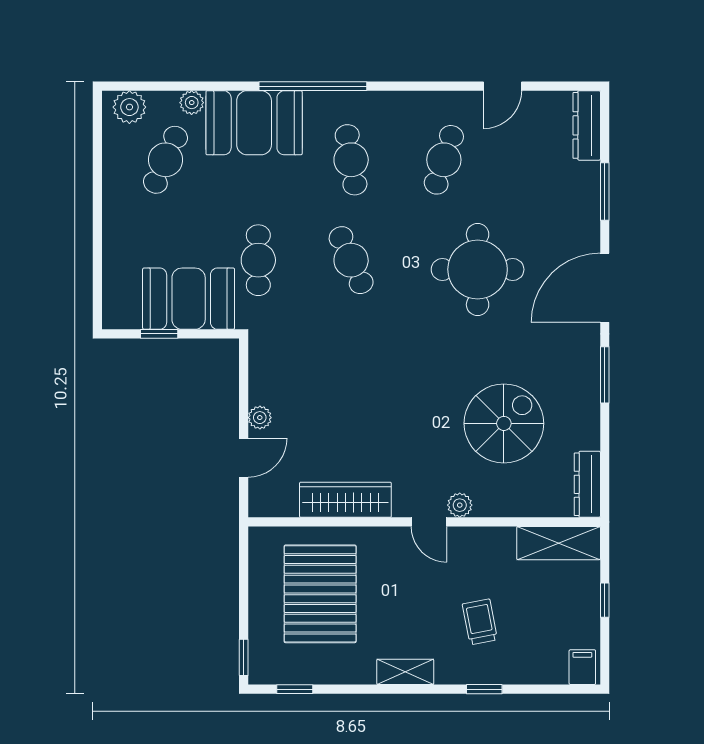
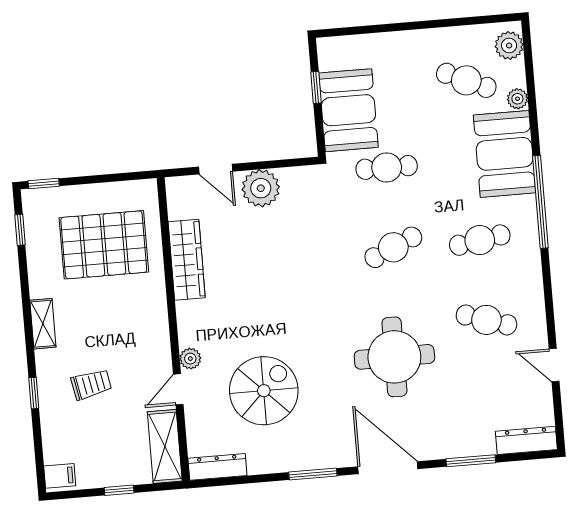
plant: (260, 418) -> (261, 188), width x1.87, depth x1.87
spiral stairs: (504, 423) -> (264, 391), turned -90
door: (429, 522) -> (178, 389), moved

